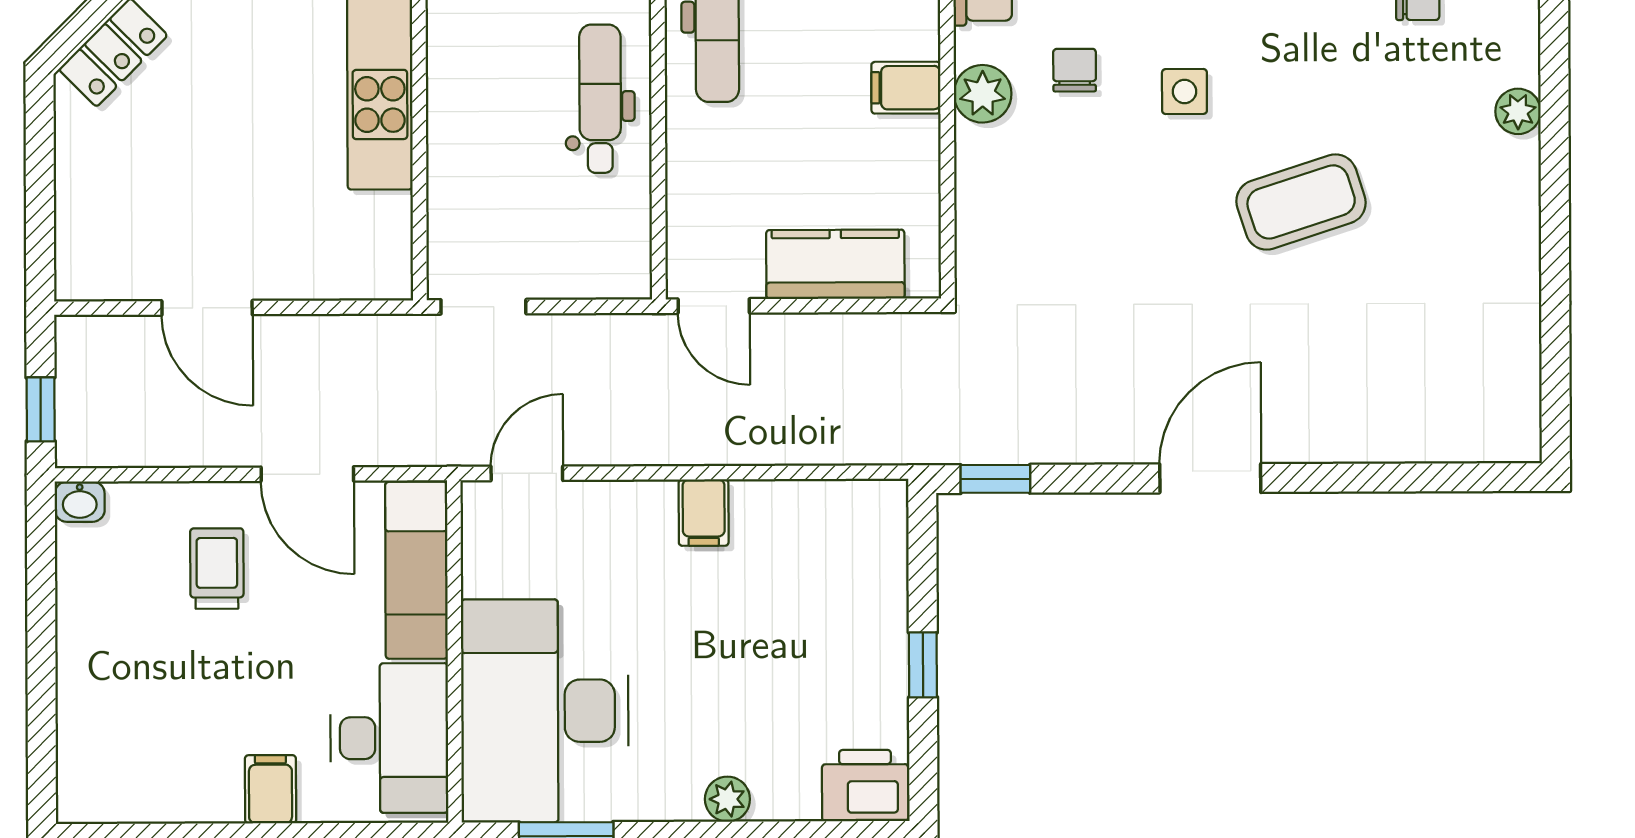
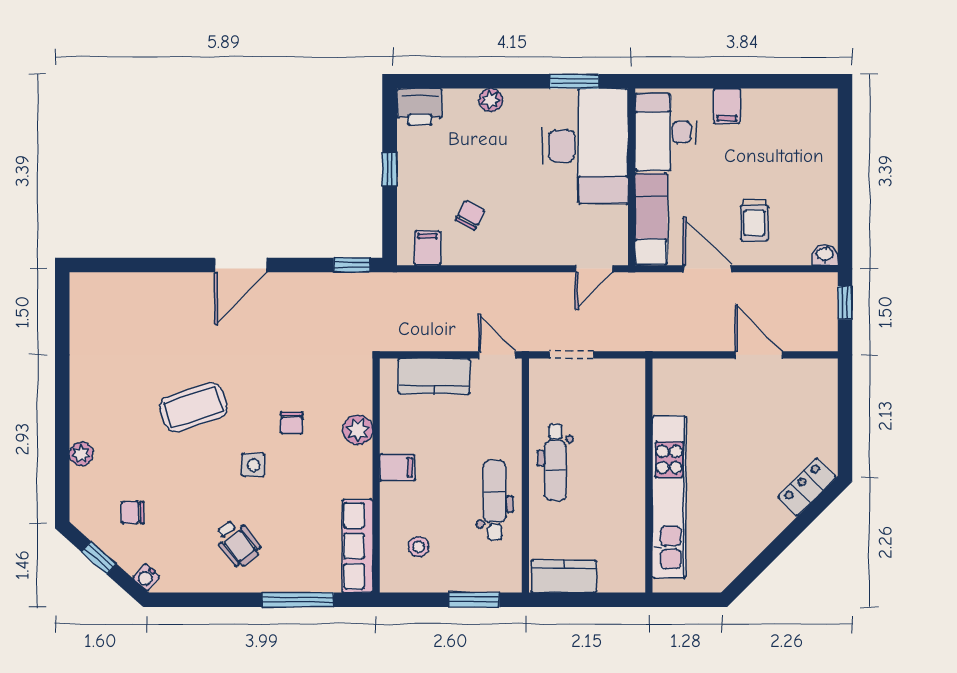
chair: (1075, 70) -> (292, 423), moved
plant: (983, 94) -> (358, 430), moved
doorway: (483, 307) -> (571, 355), moved
filing cabinet: (704, 513) -> (428, 248), moved
chair: (767, 576) -> (470, 215), added

